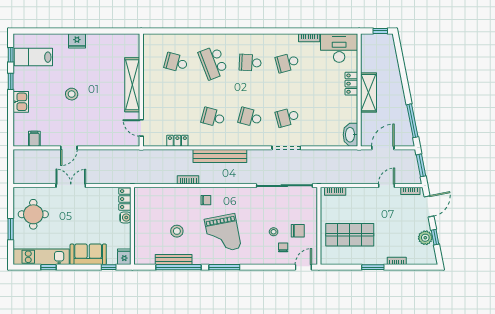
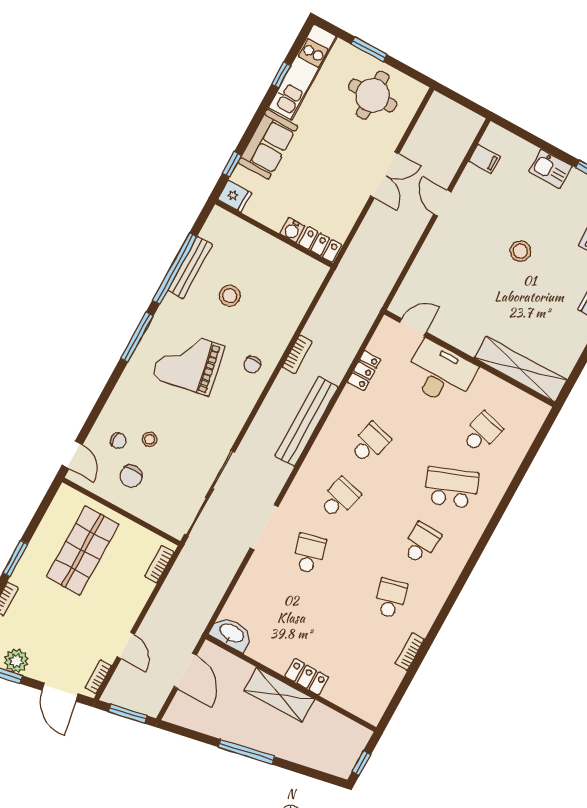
desk: (339, 48) -> (440, 373), moved, turned -90
shelving: (132, 85) -> (521, 369), moved
window: (412, 121) -> (246, 752), moved

